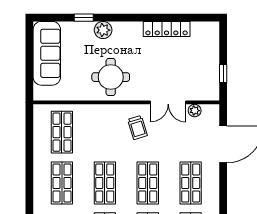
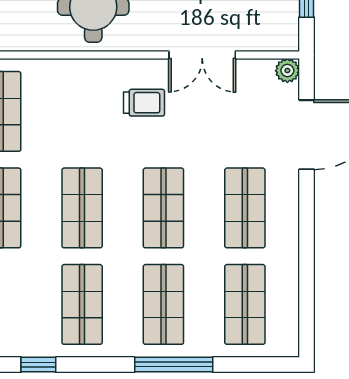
plant: (195, 111) -> (287, 71), moved
trolley: (137, 127) -> (144, 103), turned -73

